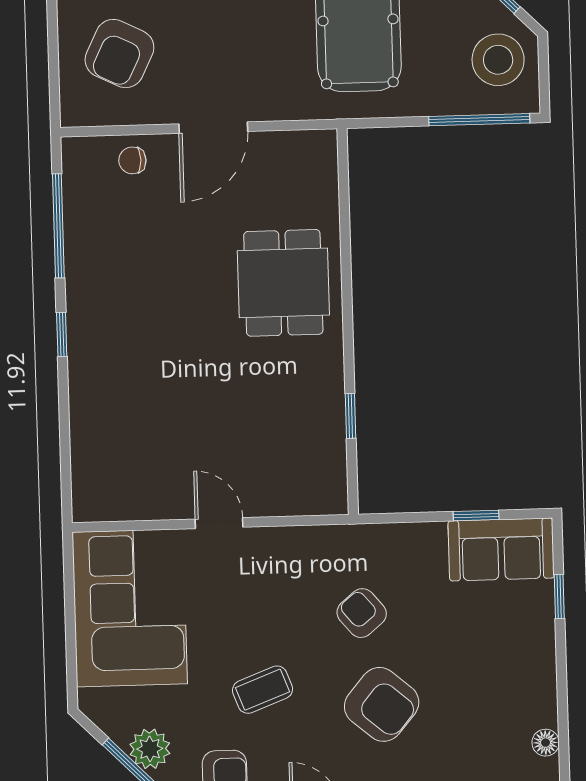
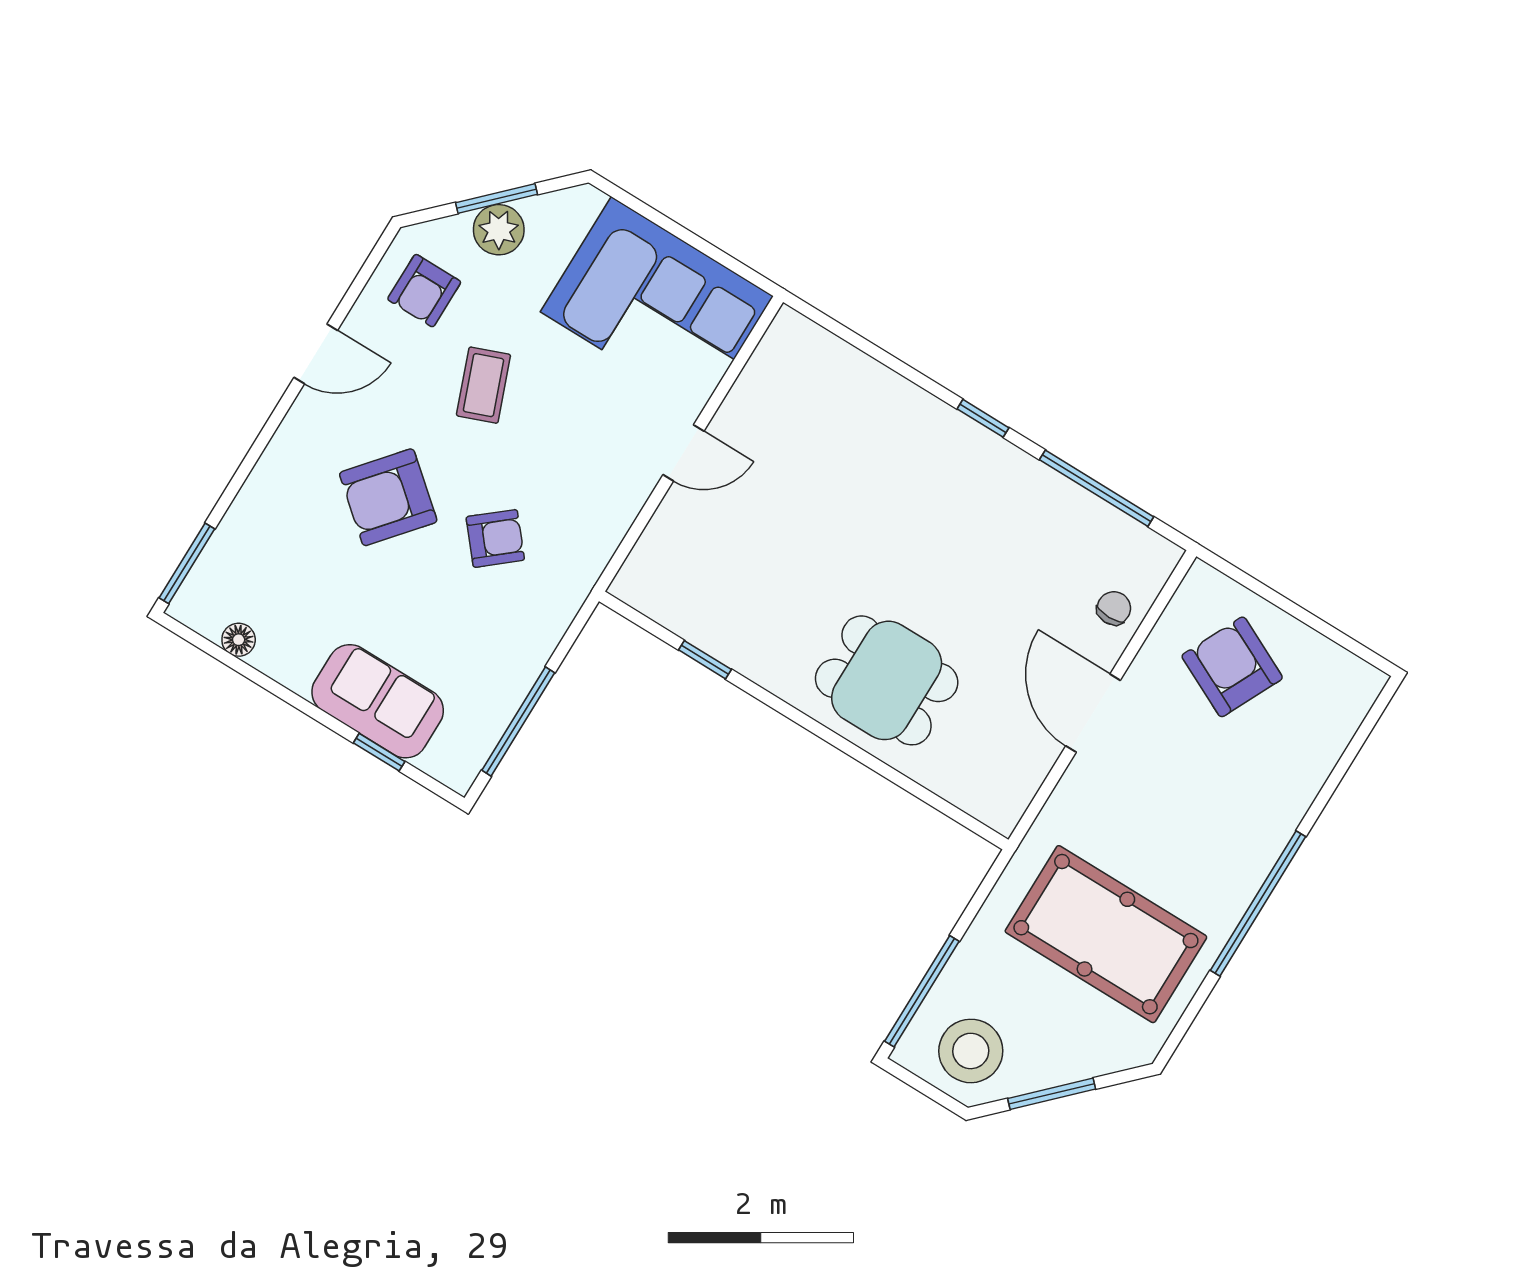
window: (476, 515) -> (518, 721), width x2.17
sofa: (501, 549) -> (378, 701), moved, turned 90

